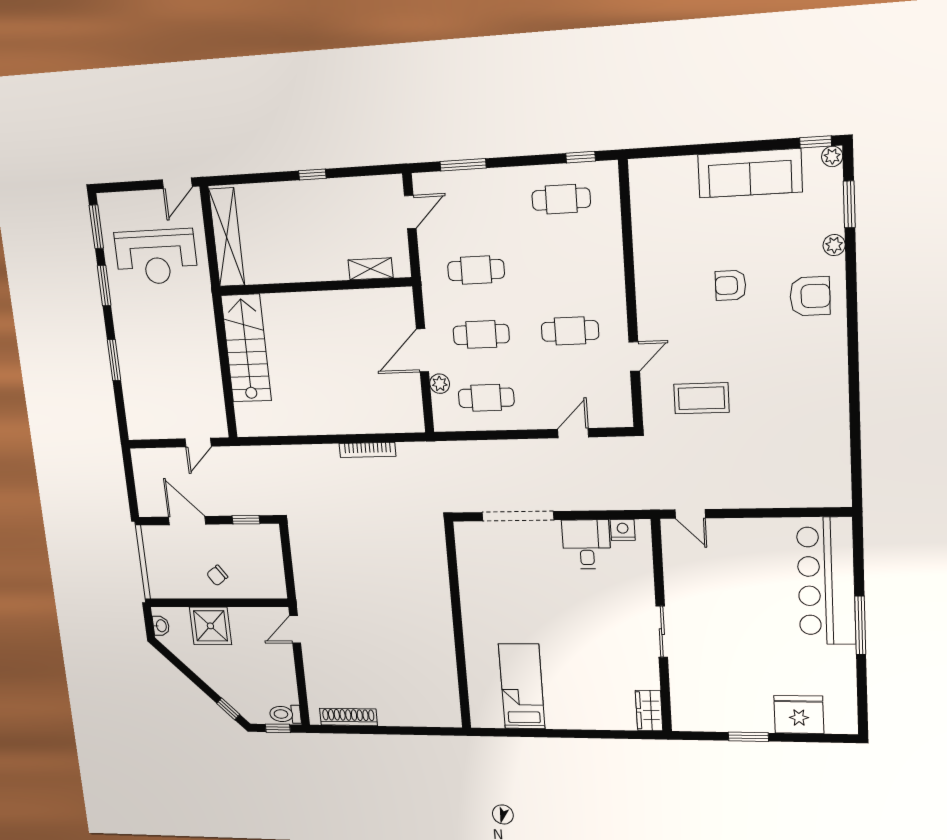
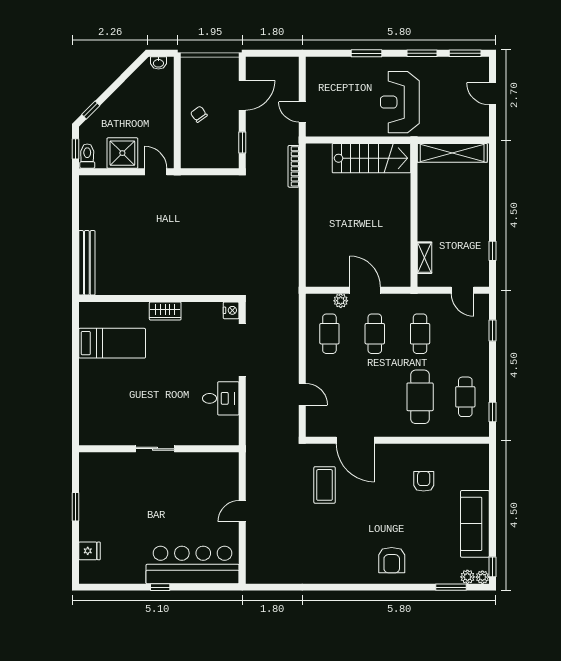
window: (463, 165) -> (492, 330), width x0.67
window: (312, 174) -> (492, 251), moved
door: (177, 183) -> (492, 94), moved
plant: (834, 245) -> (467, 577), moved
reception desk: (156, 257) -> (400, 102), moved
armchair: (731, 285) -> (424, 481), moved
cafe table: (570, 331) -> (420, 397), moved, width x1.37, depth x1.35
door: (634, 356) -> (355, 440), width x1.87
bookcase: (368, 450) -> (294, 166), moved
door: (690, 514) -> (242, 511), moved
nightstand: (623, 530) -> (231, 310), moved
window: (860, 625) -> (160, 587), width x0.46
shower: (210, 626) -> (122, 153), moved
wardrobe: (649, 711) -> (165, 311), moved, turned 180
fridge: (799, 715) -> (89, 551), width x0.53, depth x0.75
shoe rack: (348, 717) -> (86, 207), removed
bench: (420, 717) -> (87, 263), added

